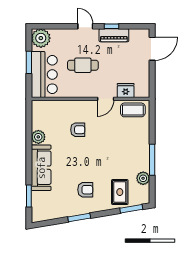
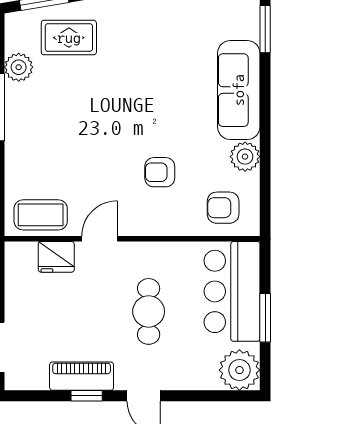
cafe table: (83, 65) -> (149, 311), turned 90
armchair: (85, 190) -> (223, 208), moved
rug: (120, 192) -> (69, 38), turned 90

